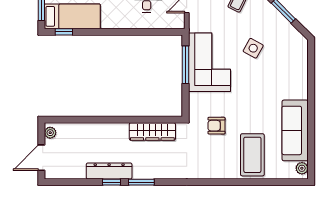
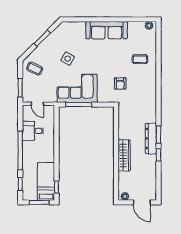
sofa: (295, 130) -> (107, 30), moved
wardrobe: (152, 132) -> (124, 155), moved
coffee table: (252, 155) -> (140, 59), width x0.54, depth x0.58
dresser: (109, 171) -> (151, 138), moved

